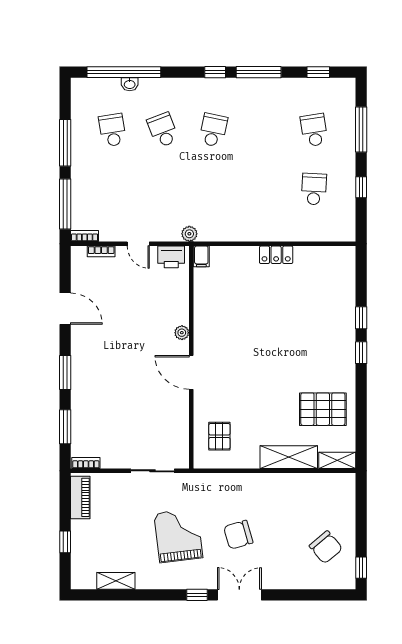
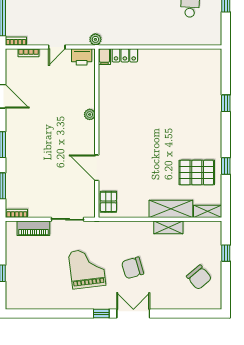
door: (138, 244) -> (57, 47), hinge flipped
locker: (276, 255) -> (125, 55), moved
window: (361, 353) -> (226, 166), moved
door: (191, 372) -> (97, 168), moved
pallet: (219, 436) -> (108, 202), moved
piano: (80, 497) -> (33, 228), moved, turned 90
window: (361, 568) -> (226, 253), moved
shelving: (116, 581) -> (168, 227), moved

